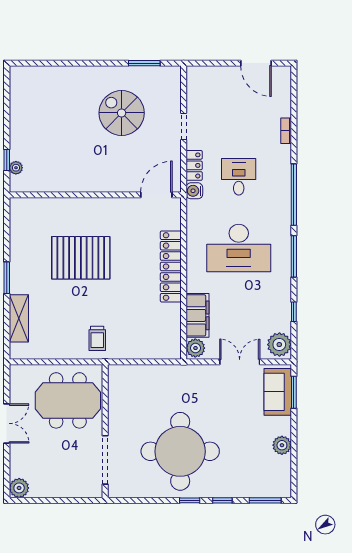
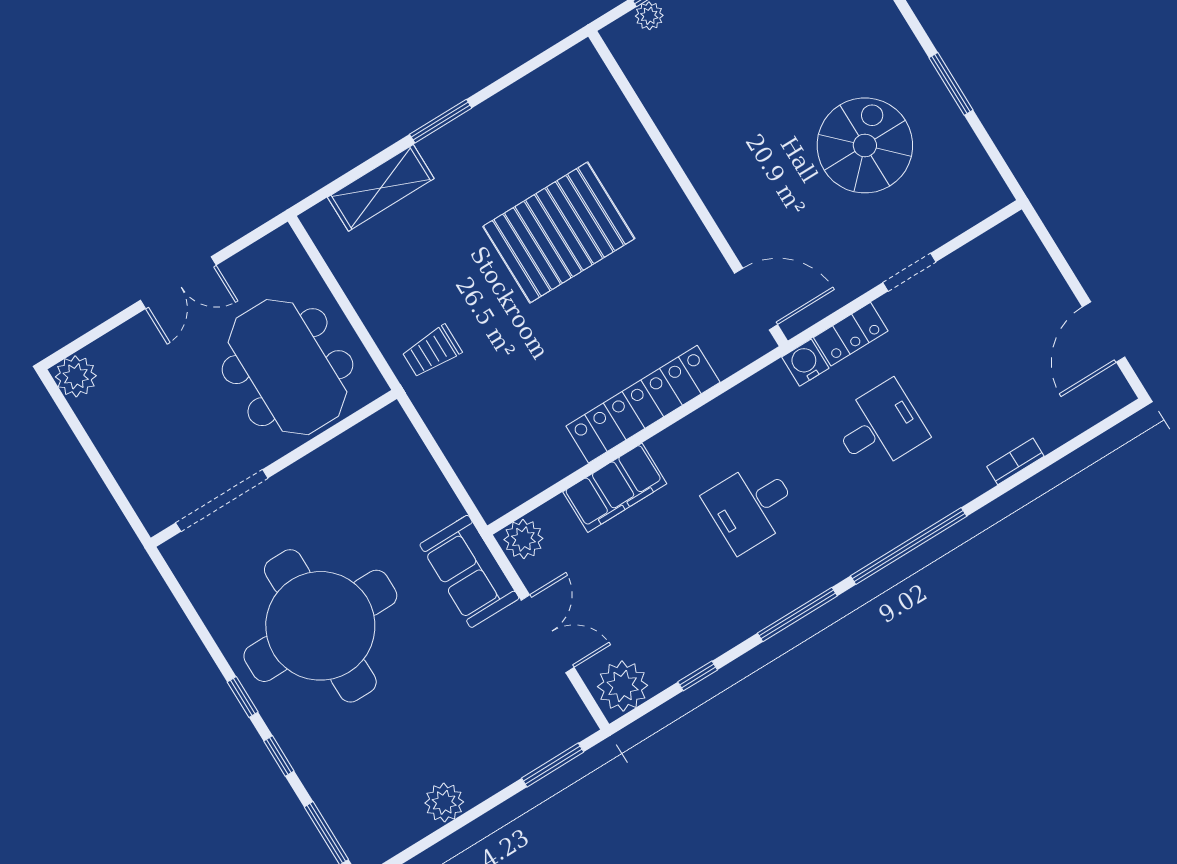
window: (144, 63) -> (951, 84), moved
desk: (239, 248) -> (751, 506), width x0.53, depth x0.77
pallet: (81, 258) -> (559, 232), turned 90
filing cabinet: (198, 315) -> (615, 488), moved
sofa: (278, 392) -> (469, 571), moved, turned -90

